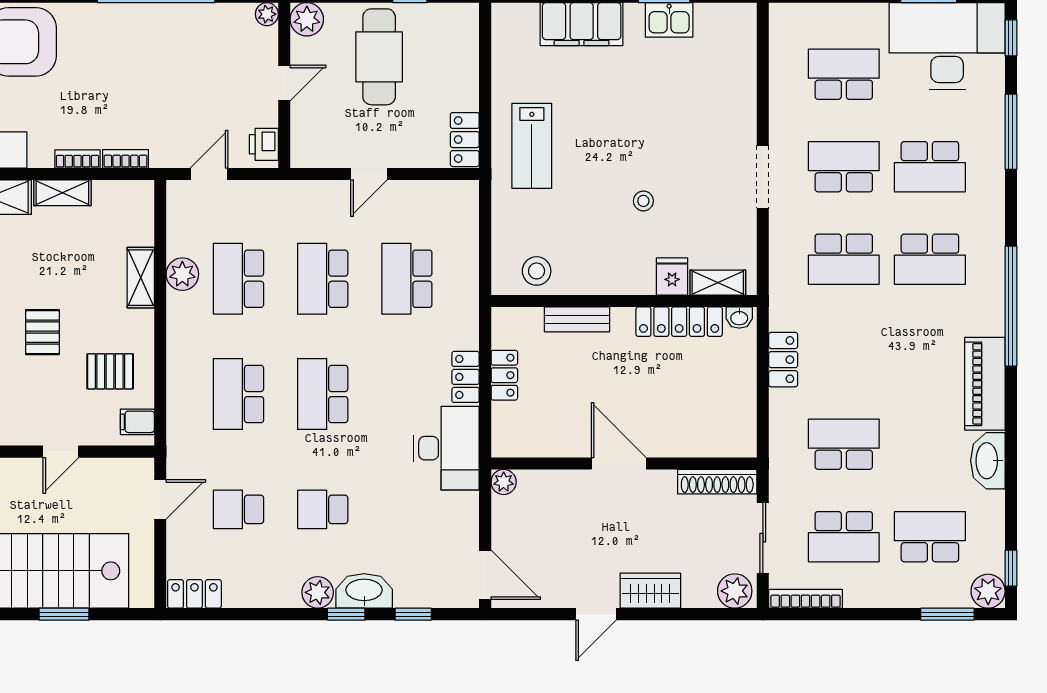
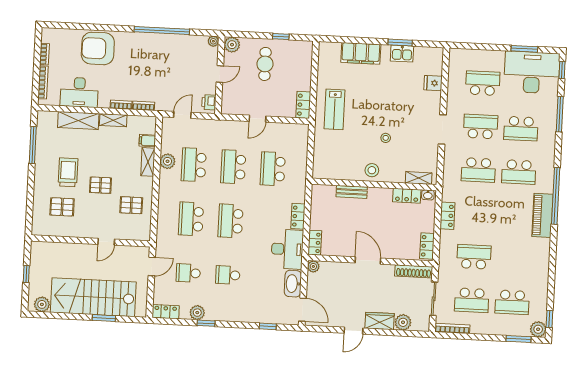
cafe table: (379, 57) -> (265, 64), width x0.73, depth x0.74
stool: (537, 271) -> (372, 170), moved
fridge: (672, 277) -> (433, 83), moved, turned -90
locker: (679, 322) -> (407, 196), width x0.66
pallet: (43, 332) -> (100, 185), turned 90
locker: (504, 375) -> (315, 243), moved
piano: (985, 384) -> (542, 215), moved
filing cabinet: (137, 422) -> (147, 141), moved
locker: (743, 426) -> (427, 246), added
washbasin: (988, 461) -> (541, 268), removed
school desk: (930, 537) -> (512, 302), turned 180
washbasin: (364, 591) -> (293, 284), moved, turned -90
plant: (735, 591) -> (403, 322), moved
plant: (318, 592) -> (197, 313), moved
window: (346, 614) -> (206, 323), moved

